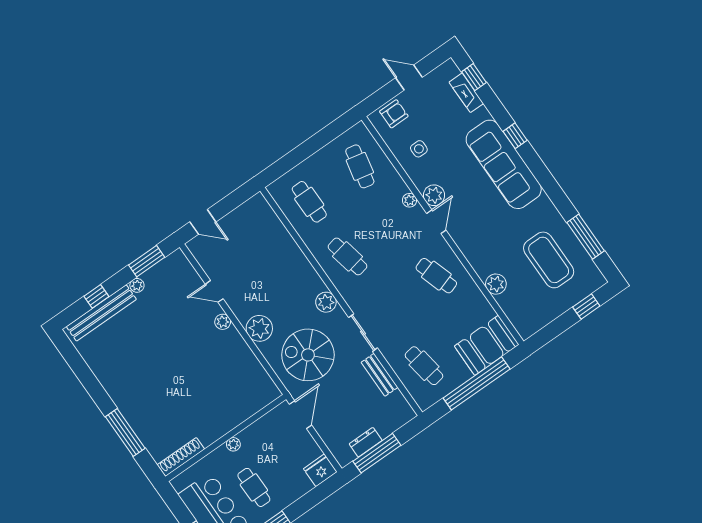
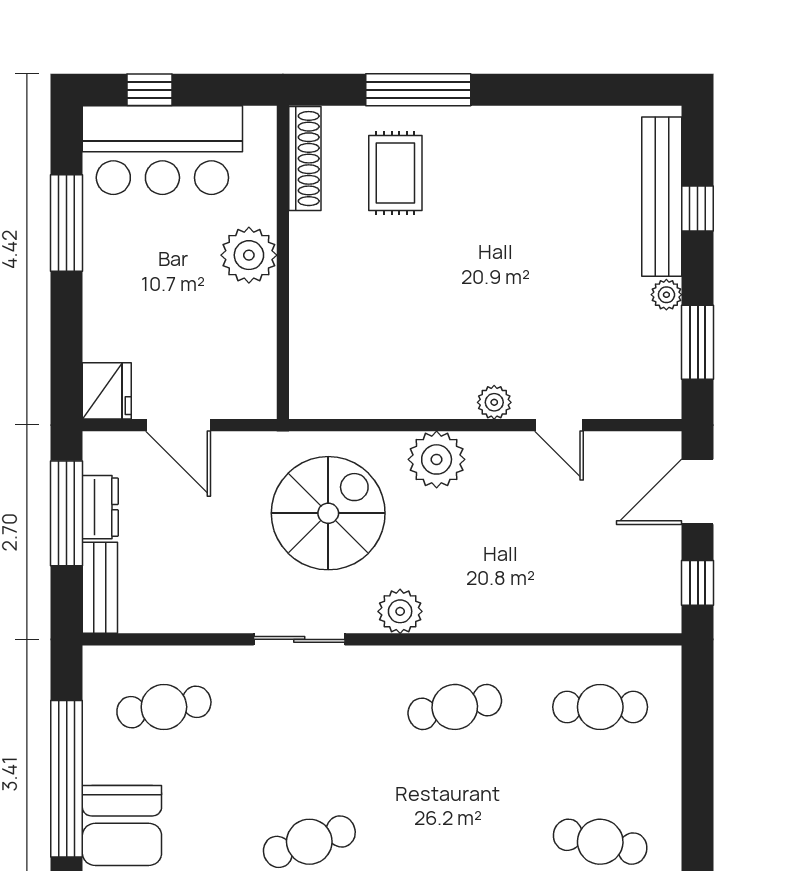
window: (237, 198) -> (698, 583), added
door: (203, 222) -> (698, 492), width x1.37
door: (214, 291) -> (559, 425), swing flipped
bench: (379, 375) -> (100, 588), moved, turned 90
door: (300, 415) -> (178, 425), moved
rug: (163, 419) -> (395, 173), added
plant: (233, 444) -> (249, 255), width x1.87, depth x1.87
cafe table: (254, 487) -> (159, 251), removed

